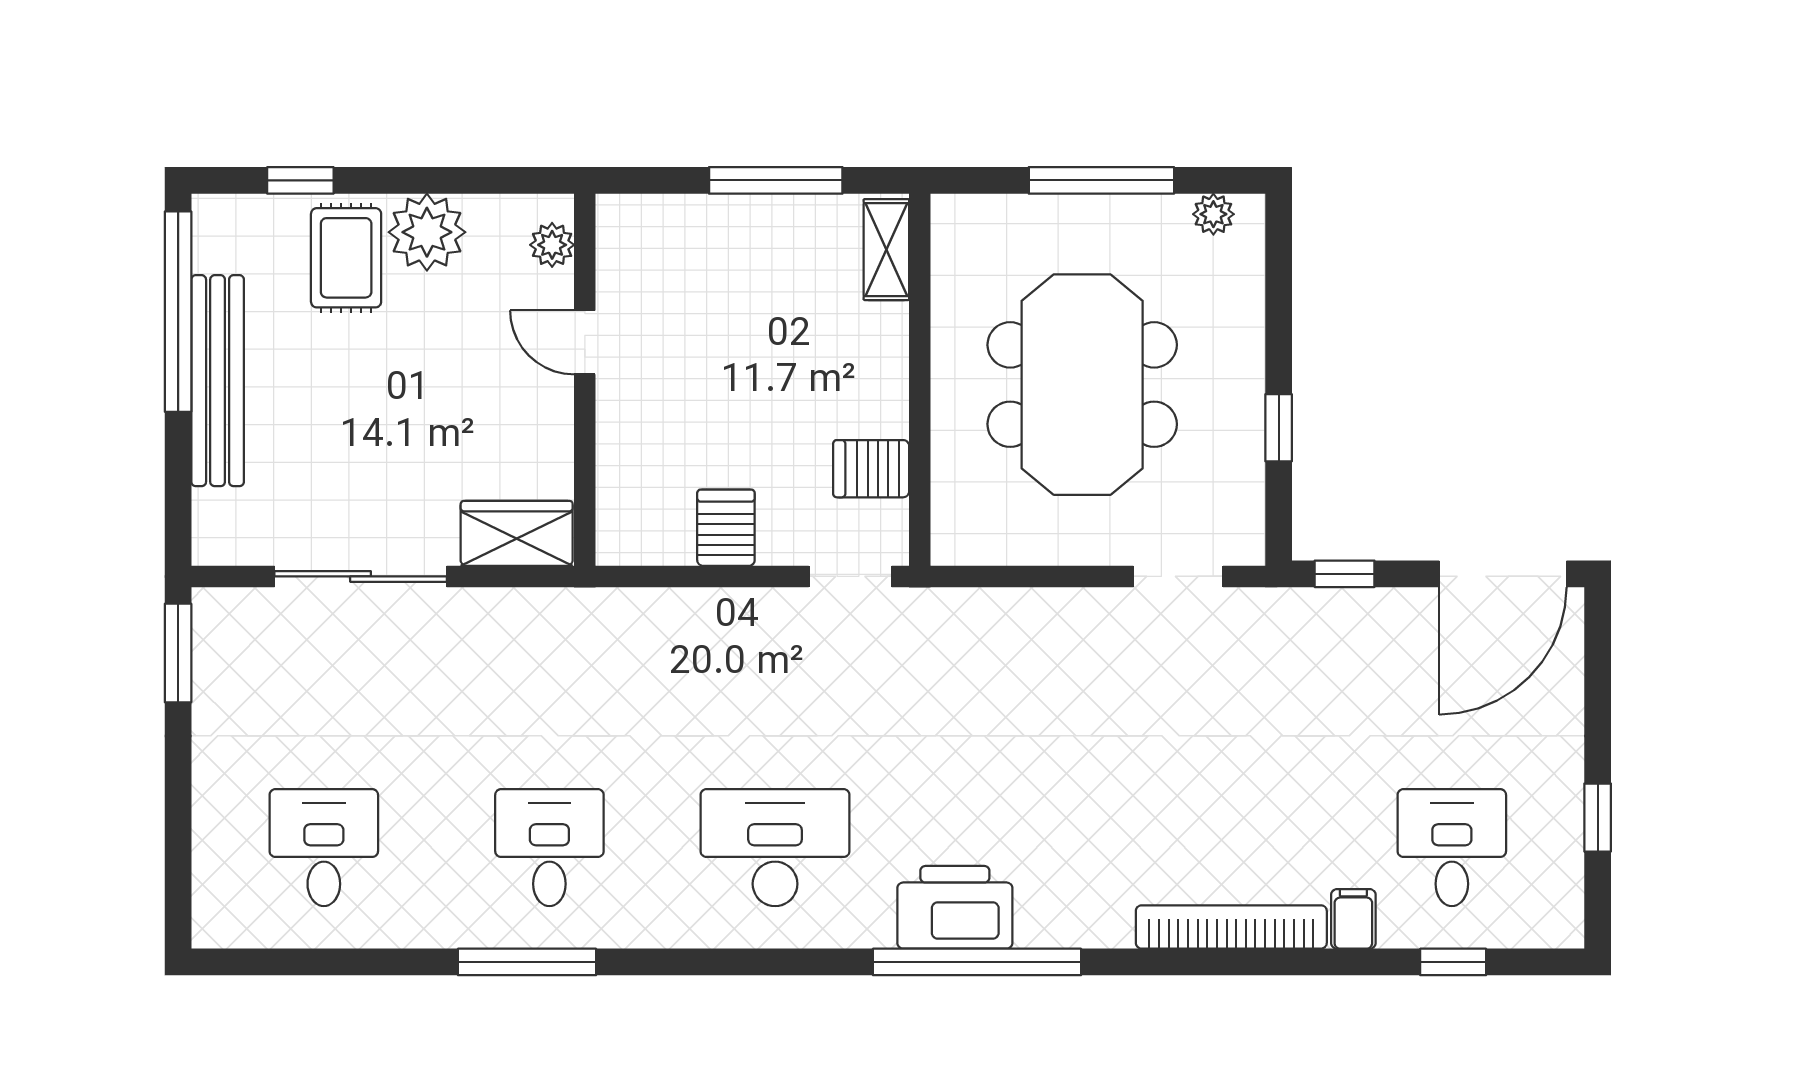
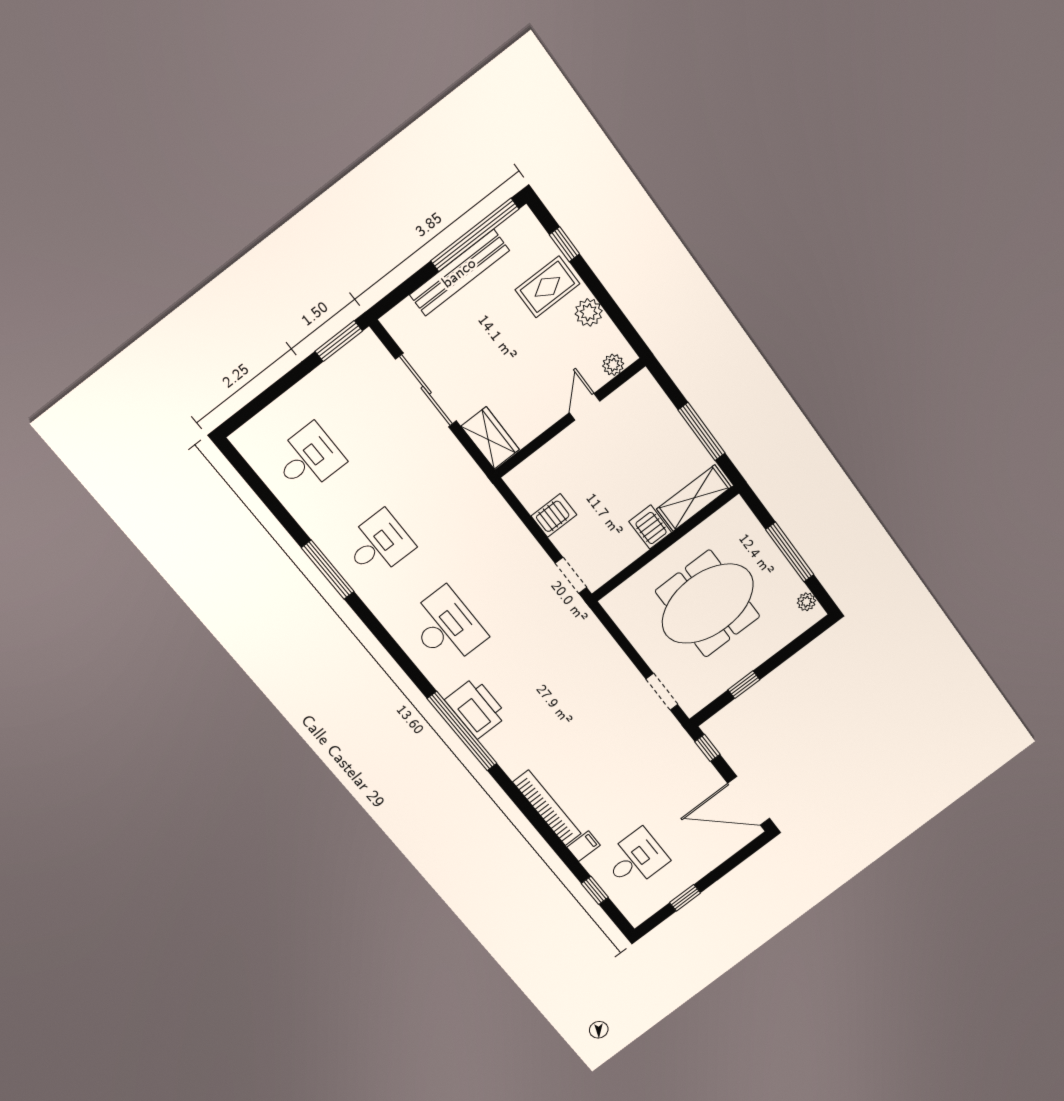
plant: (427, 232) -> (589, 312), width x0.73, depth x0.73
shelving: (886, 250) -> (694, 498), width x1.50, depth x1.33
server rack: (871, 469) -> (650, 527), moved

